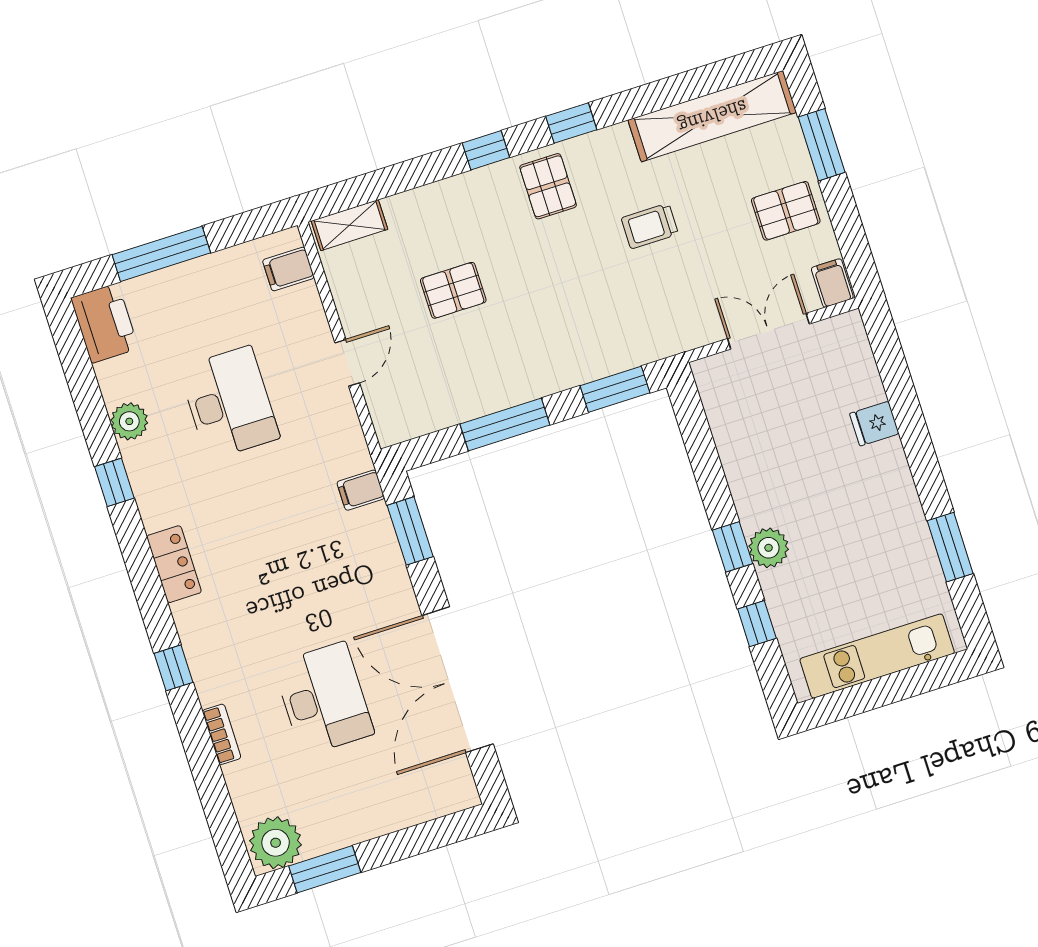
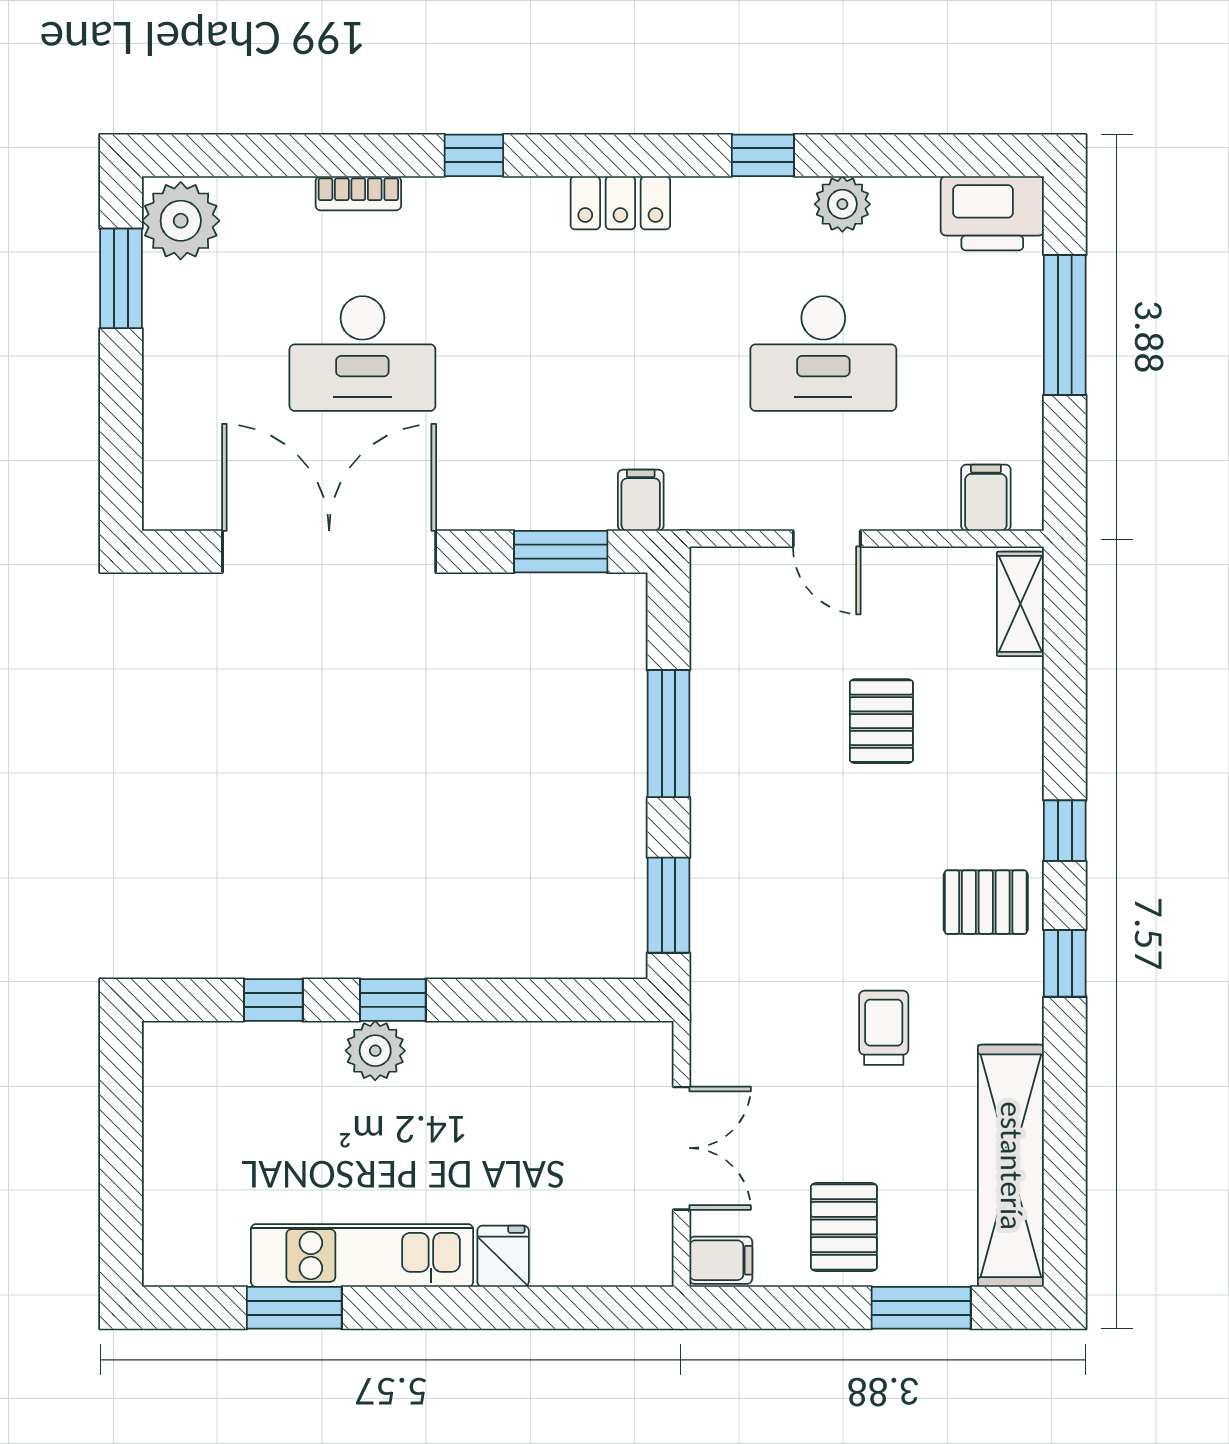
kitchen unit: (877, 656) -> (362, 1255), moved, turned -90

